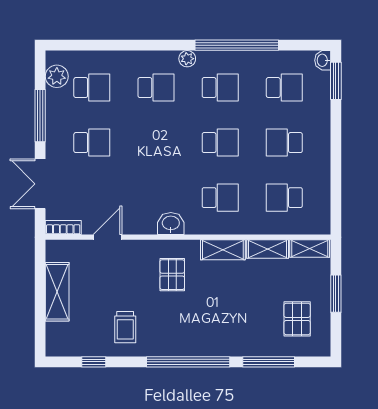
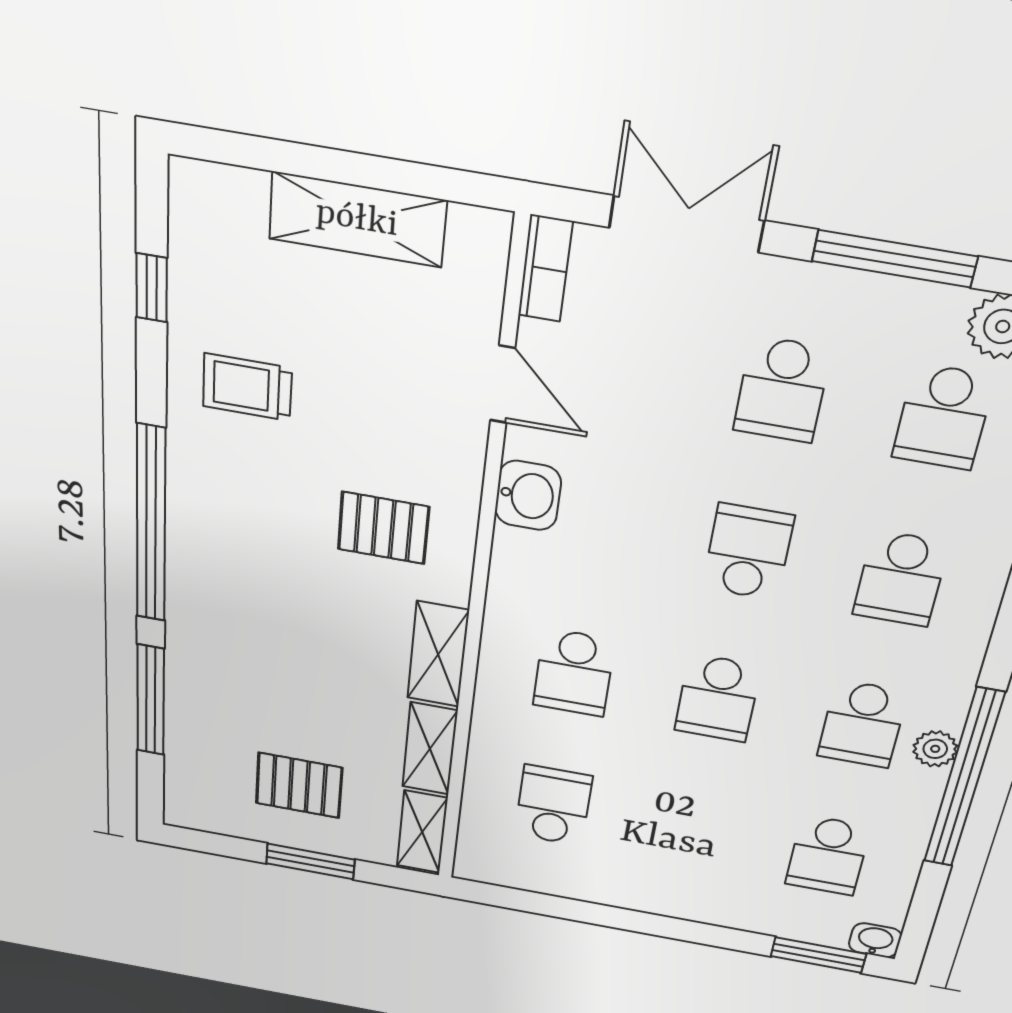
plant: (187, 59) -> (935, 749), moved
school desk: (284, 143) -> (748, 552), moved
washbasin: (171, 224) -> (528, 495), moved
pallet: (297, 319) -> (299, 785), moved

